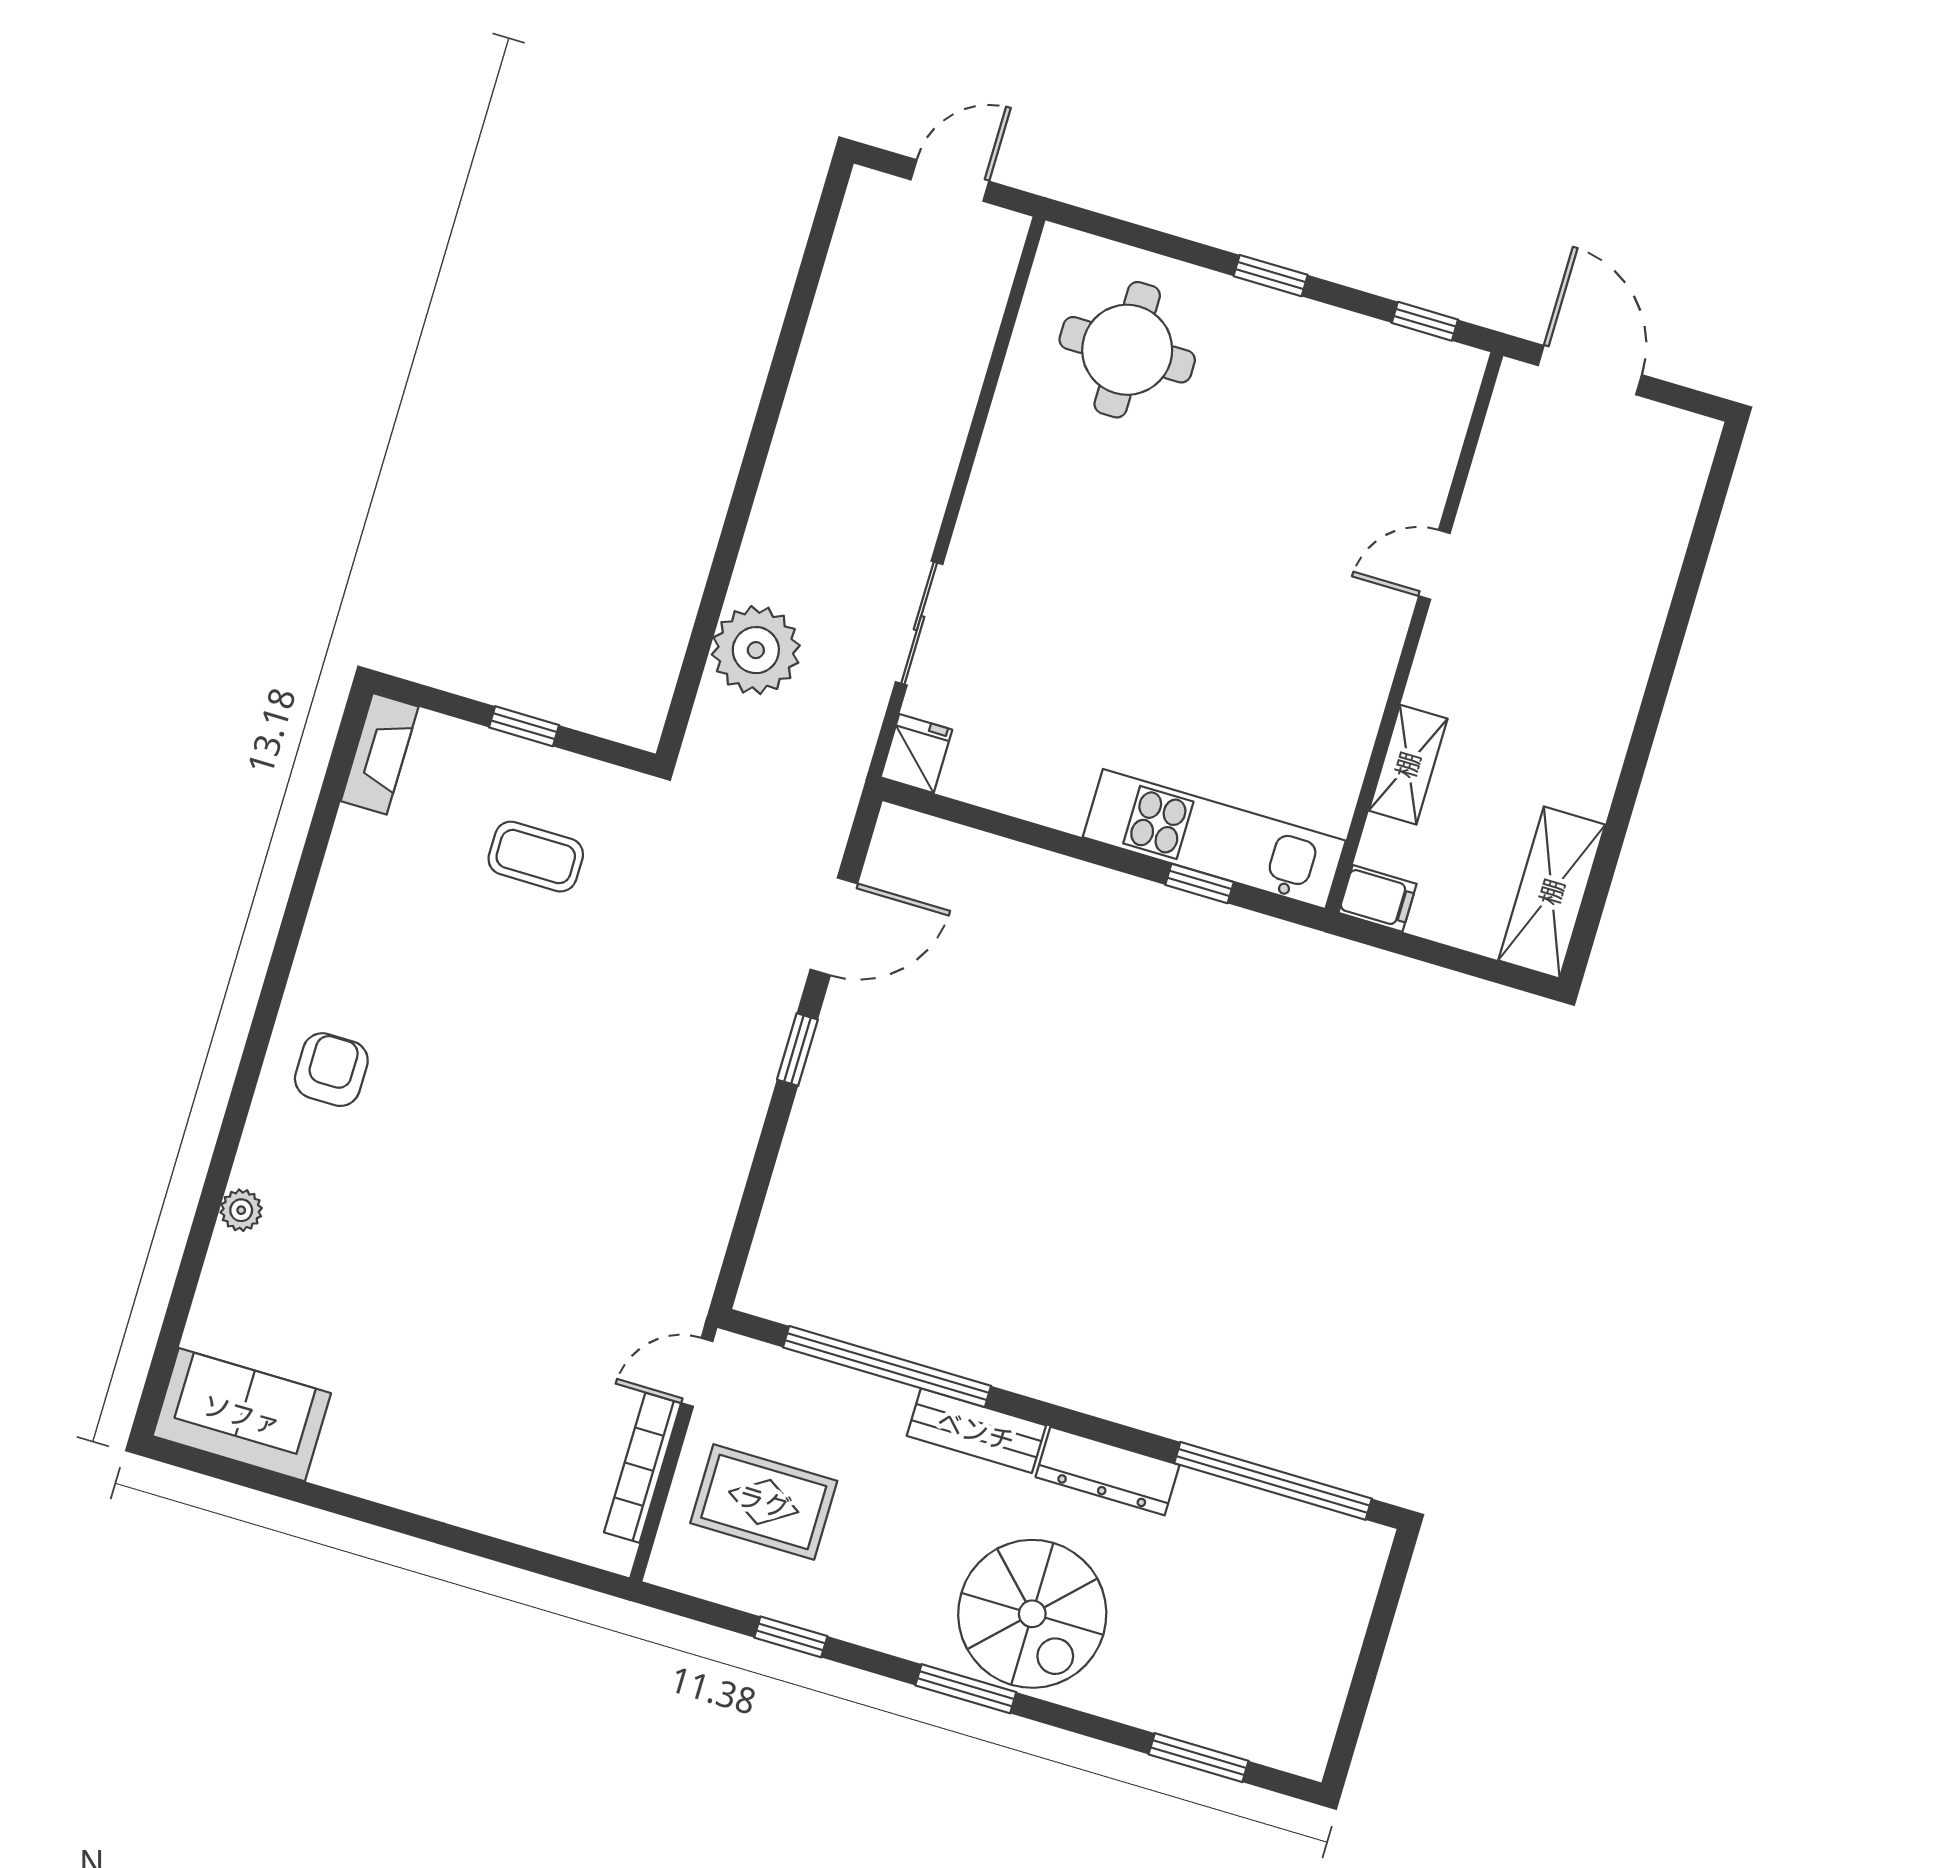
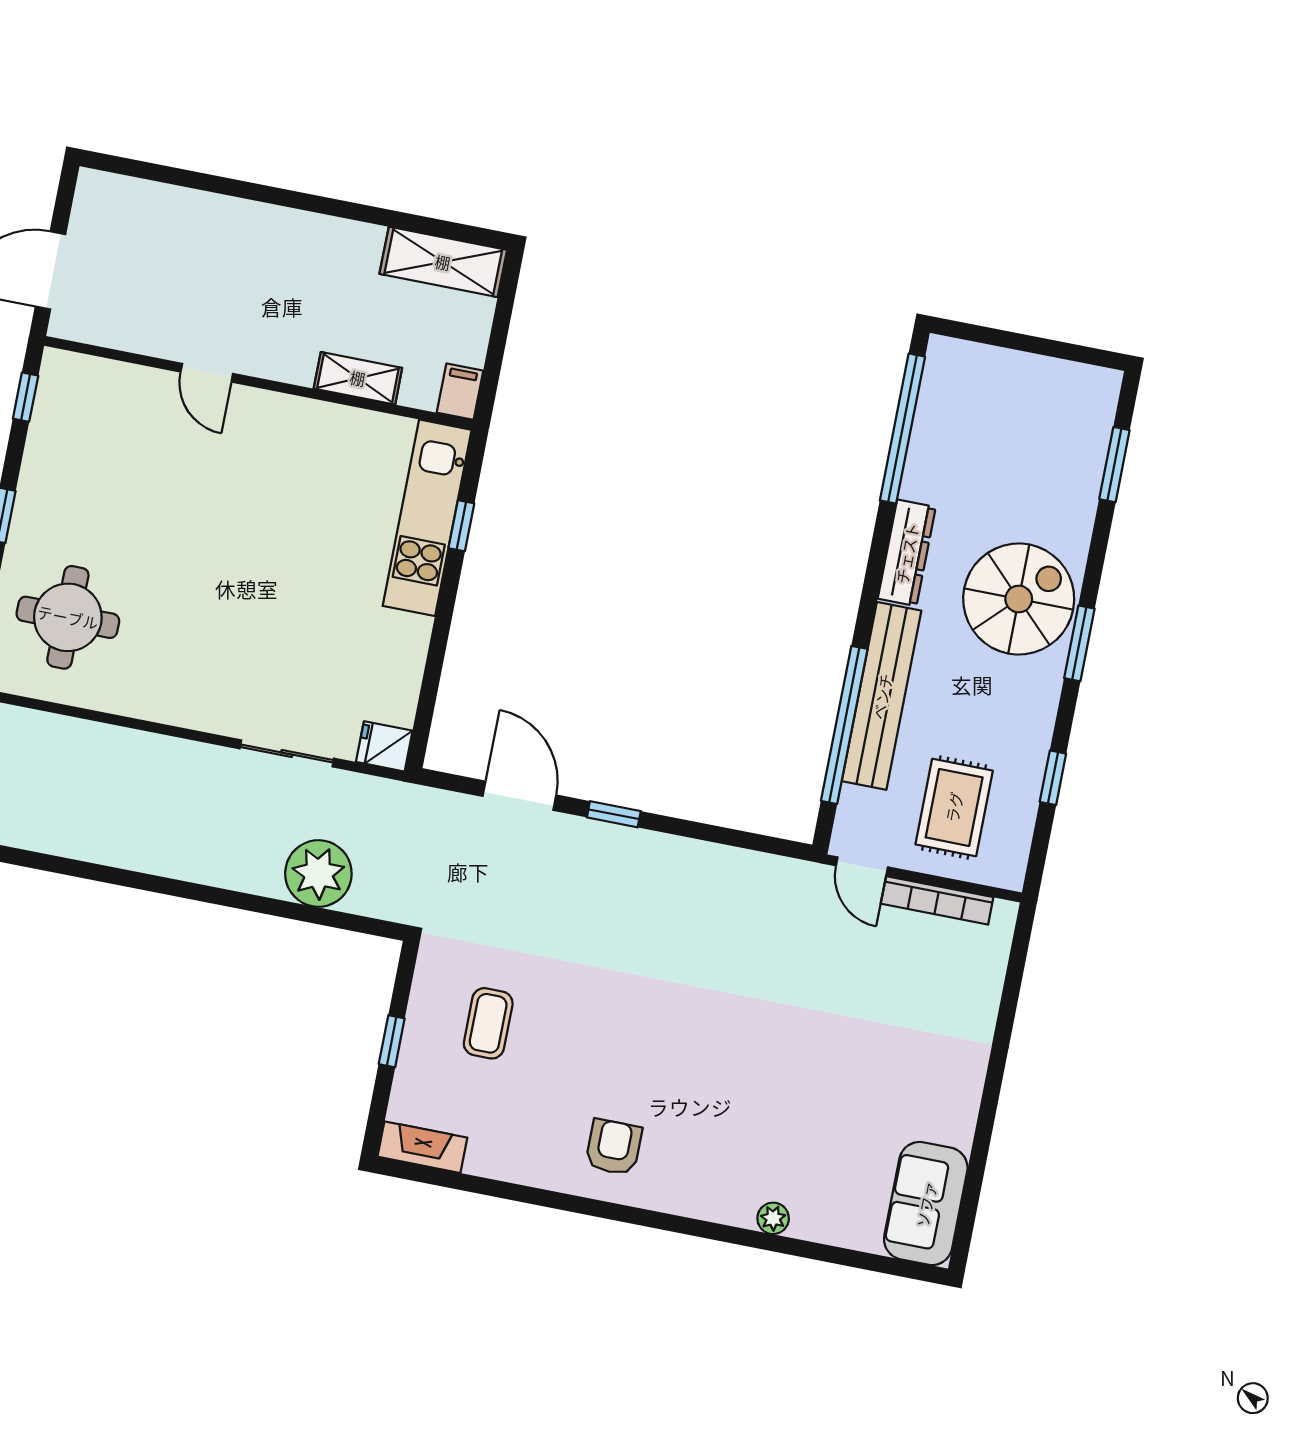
armchair: (331, 1070) -> (614, 1147), moved, turned 90
bench: (976, 1431) -> (882, 696), width x1.86, depth x1.21

